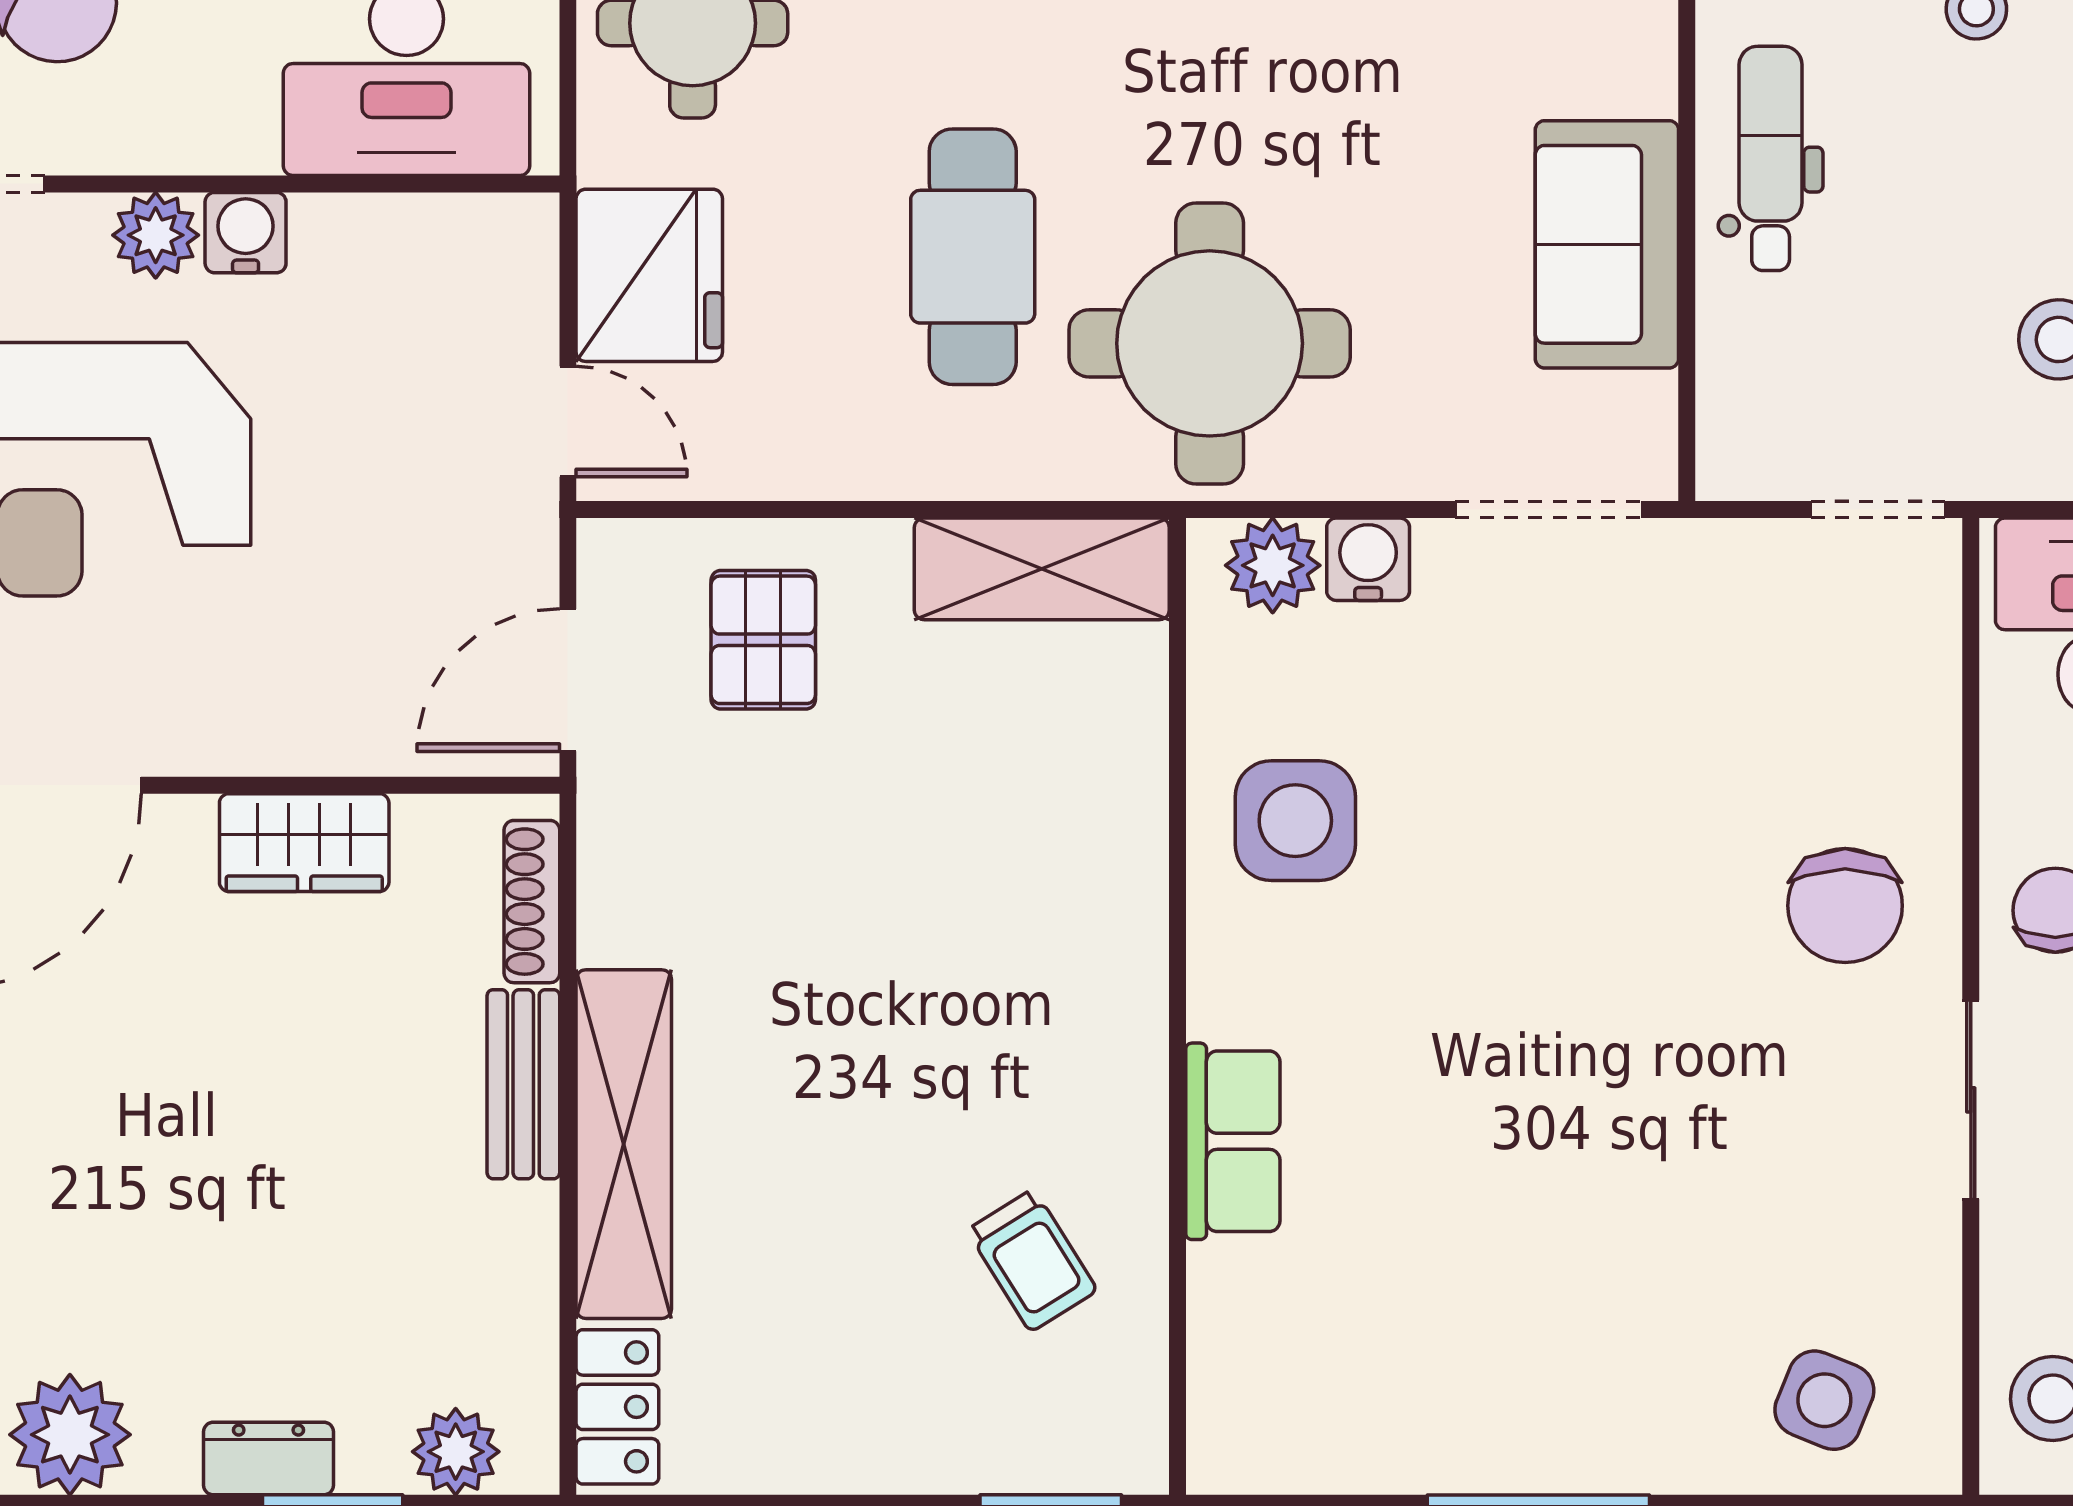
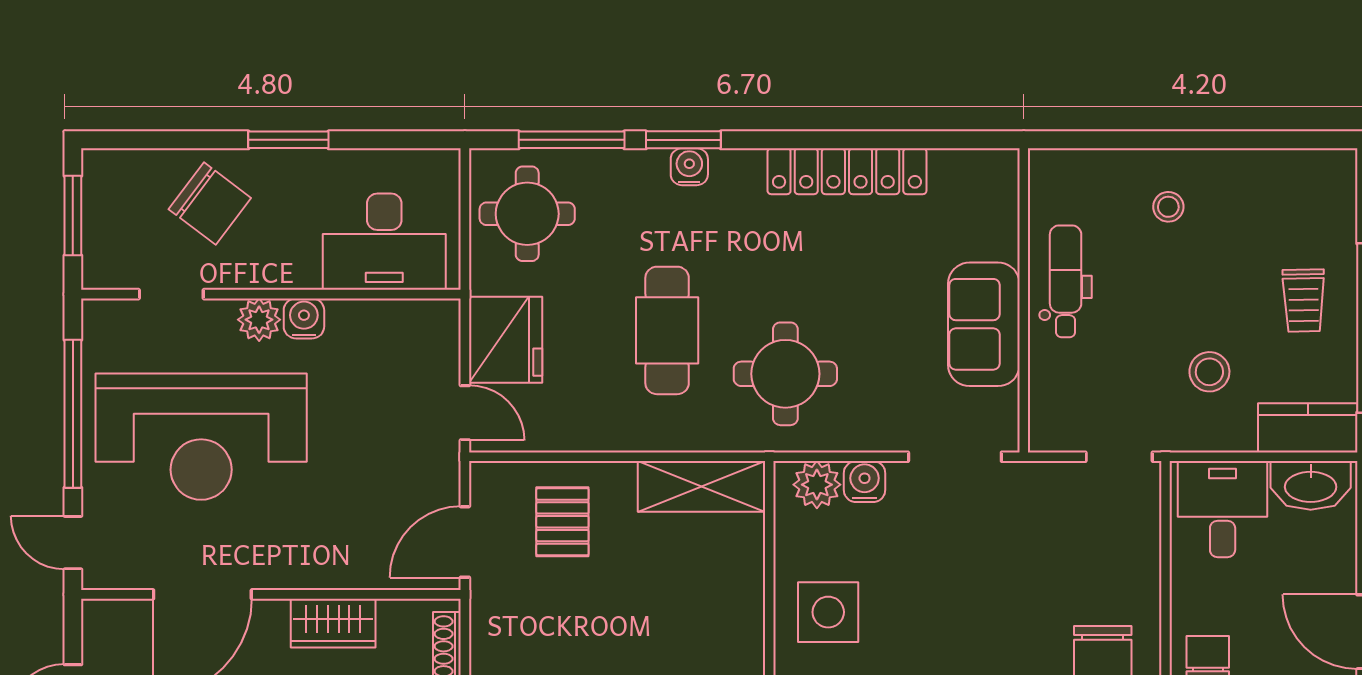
round table: (1210, 343) -> (785, 374), width x0.73, depth x0.73

